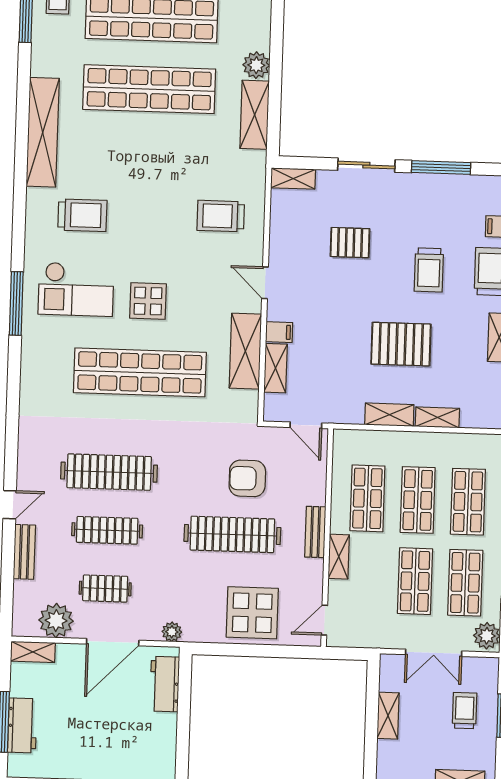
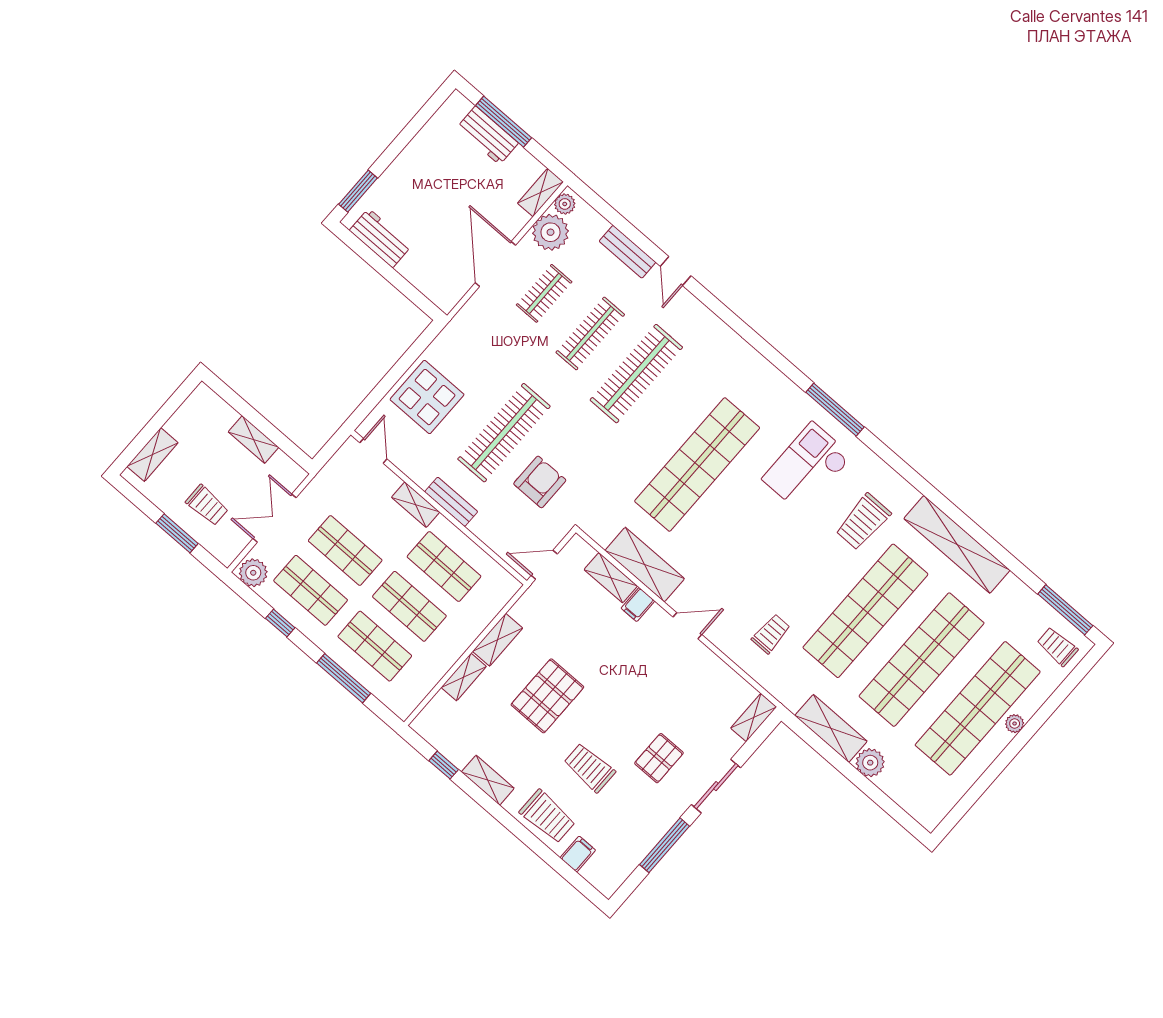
shop shelf: (147, 160) -> (865, 611), added
trolley: (221, 216) -> (771, 634), width x0.73, depth x0.72
pallet: (350, 243) -> (659, 758), moved
display table: (148, 301) -> (750, 518), removed
plant: (172, 632) -> (565, 204), moved
workbench: (165, 684) -> (380, 238), moved

